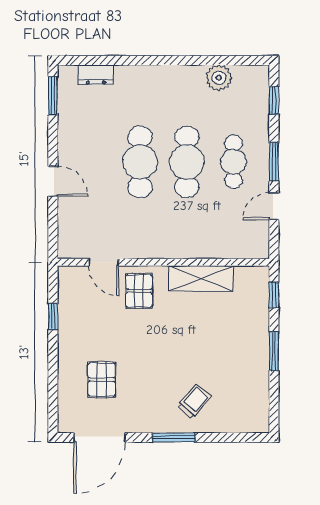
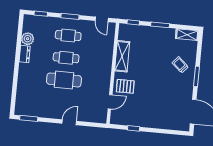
dresser: (96, 75) -> (25, 54), moved
cafe table: (187, 162) -> (66, 58), width x0.73, depth x0.74
door: (274, 206) -> (102, 19), moved
pallet: (102, 380) -> (166, 108), removed
shelving: (259, 410) -> (187, 35), added

